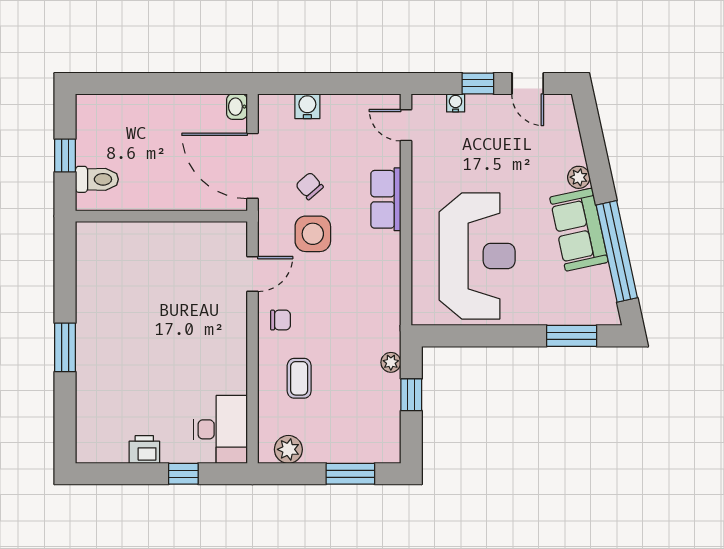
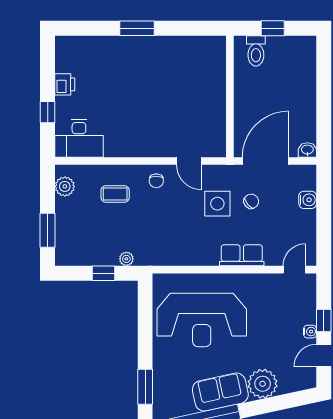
water cooler: (456, 103) -> (310, 332), moved
plant: (579, 177) -> (263, 384), width x1.88, depth x1.88

